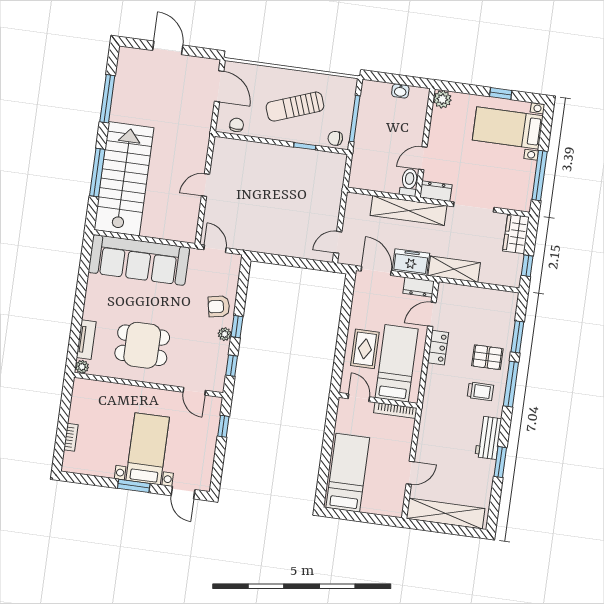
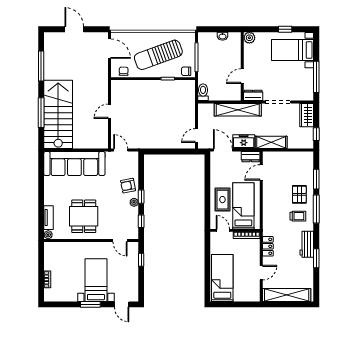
sun lounger: (295, 107) -> (158, 55), width x1.36, depth x1.34
toilet: (409, 182) -> (203, 92), moved
dining table: (142, 345) -> (84, 216), turned 90
locker: (438, 348) -> (268, 246), moved
pallet: (487, 357) -> (299, 194), turned 90

